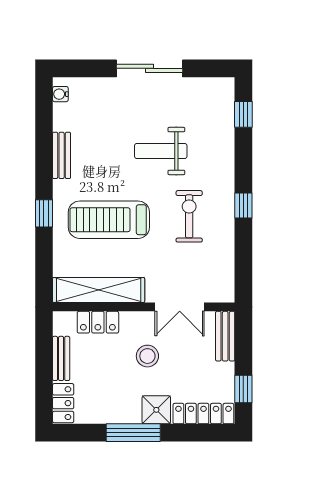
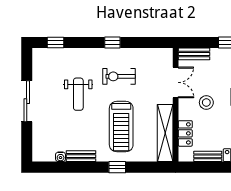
water cooler: (60, 94) -> (61, 157), moved

